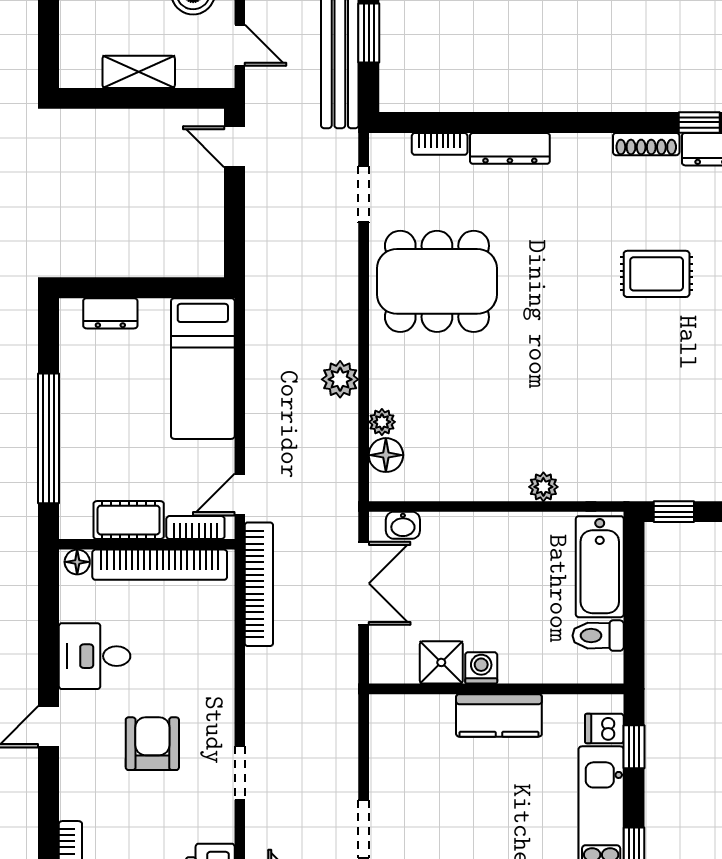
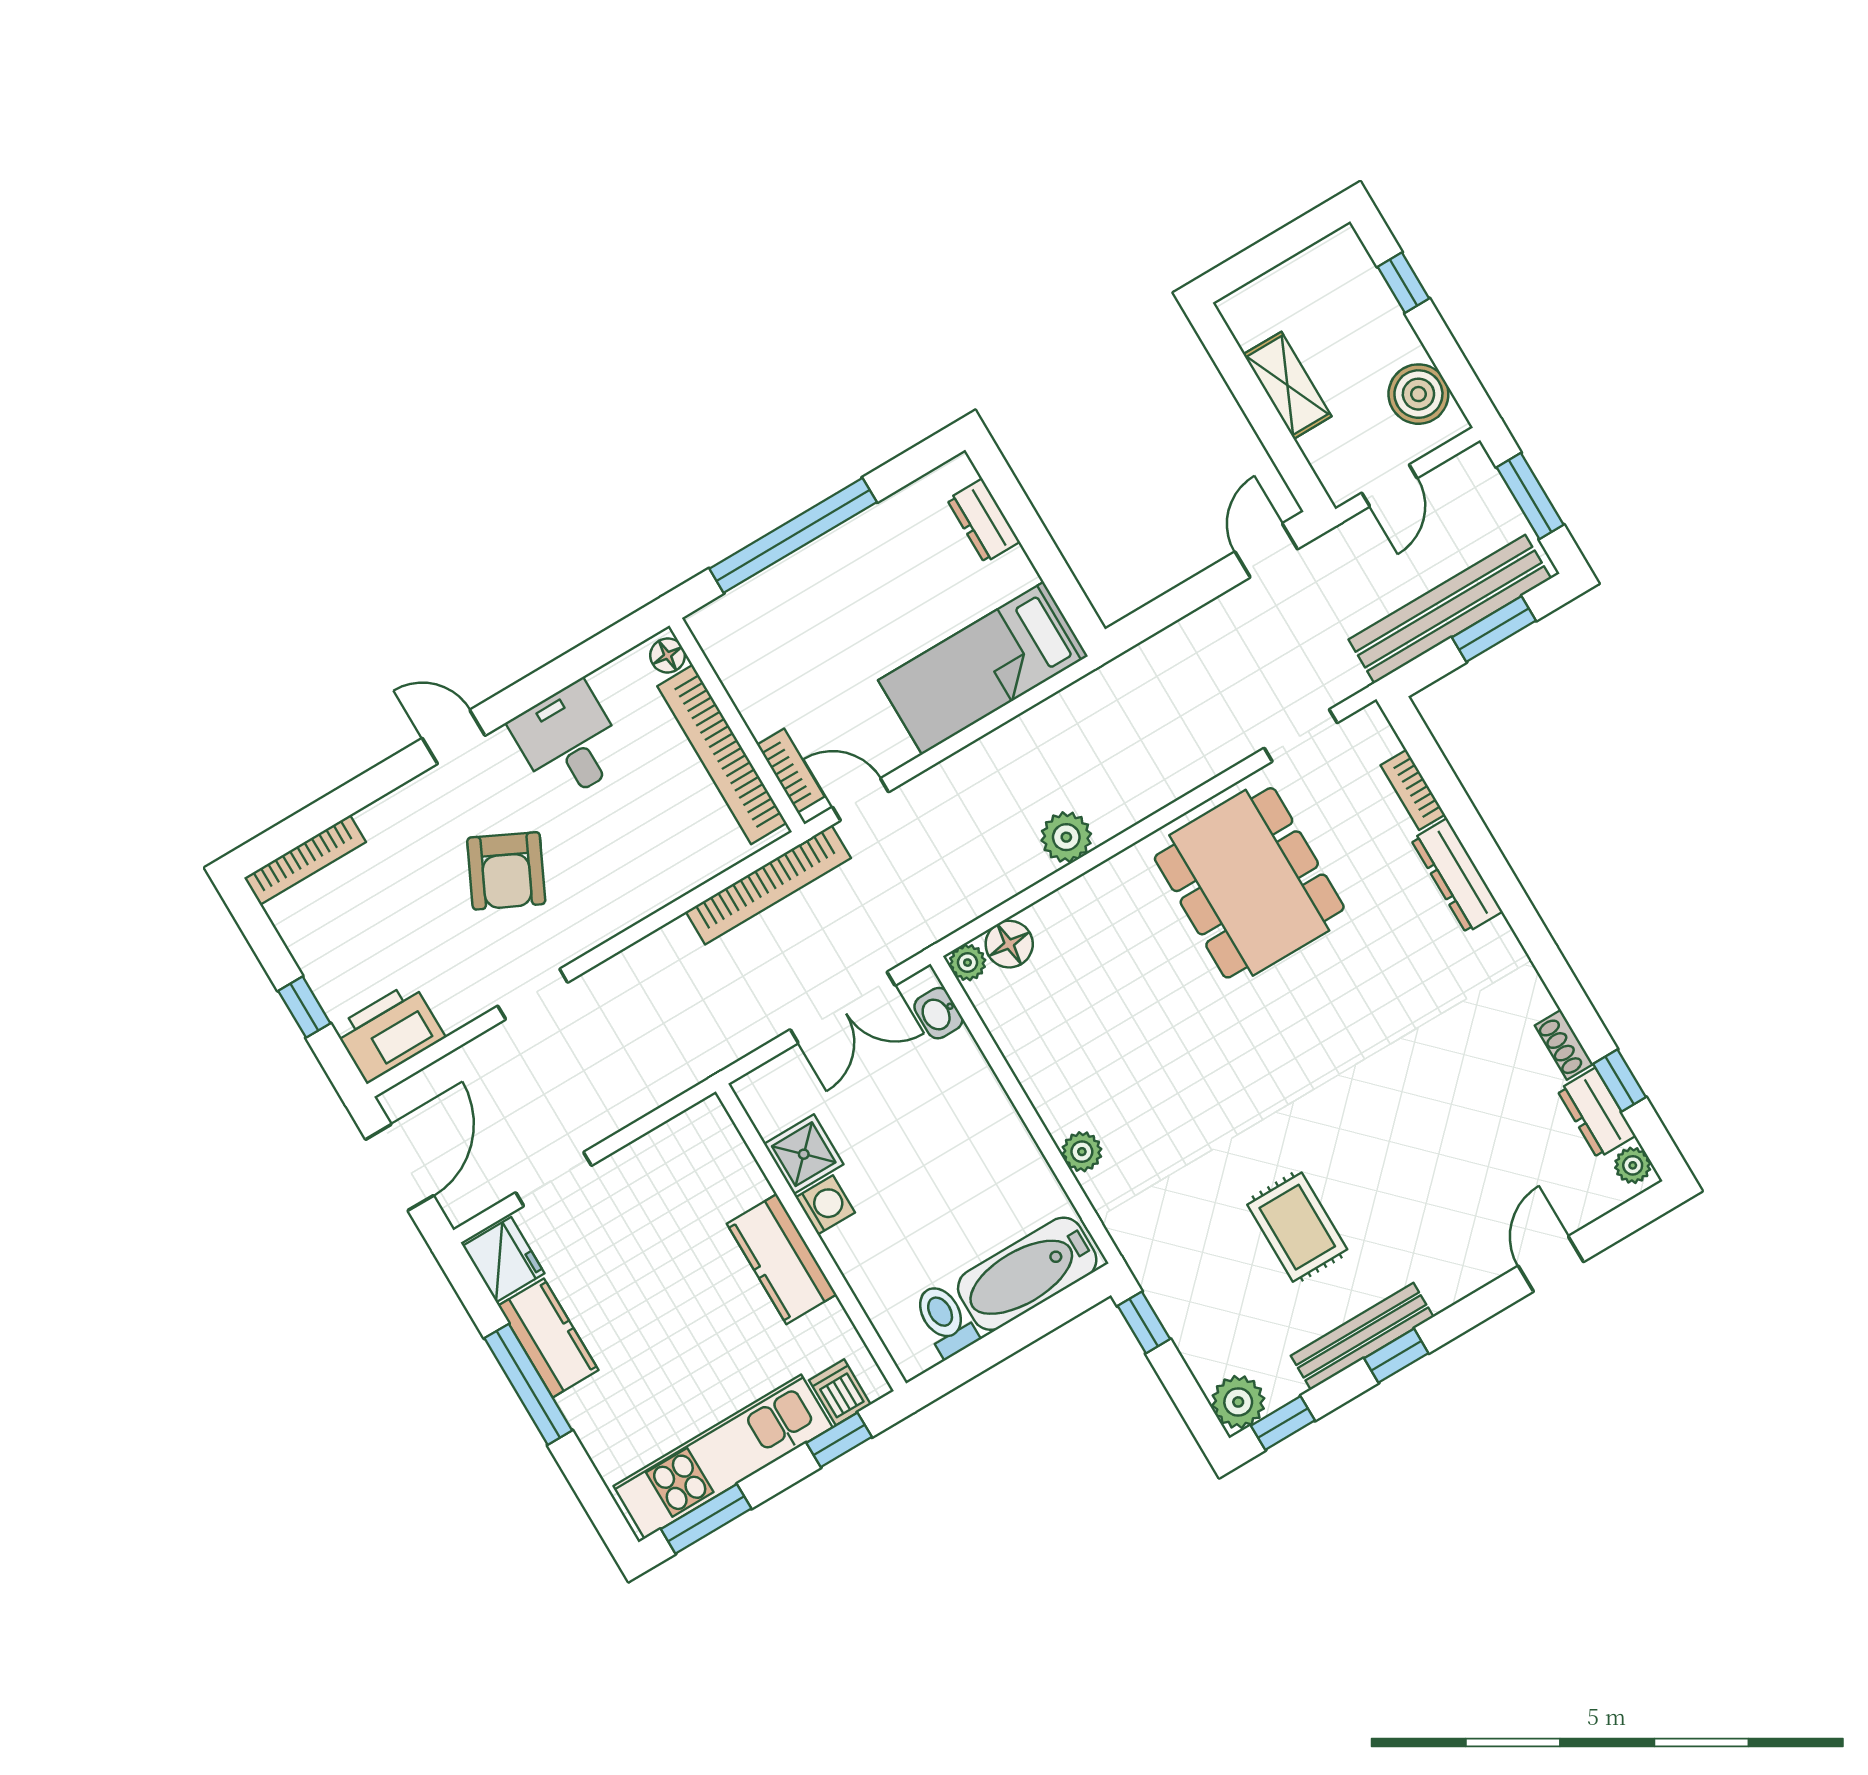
shoe rack: (646, 144) -> (1564, 1045), width x0.70
rug: (657, 274) -> (1297, 1227), moved
plant: (382, 422) -> (967, 963), moved
cot: (129, 520) -> (753, 687), removed
armchair: (152, 744) -> (506, 871), turned 116

